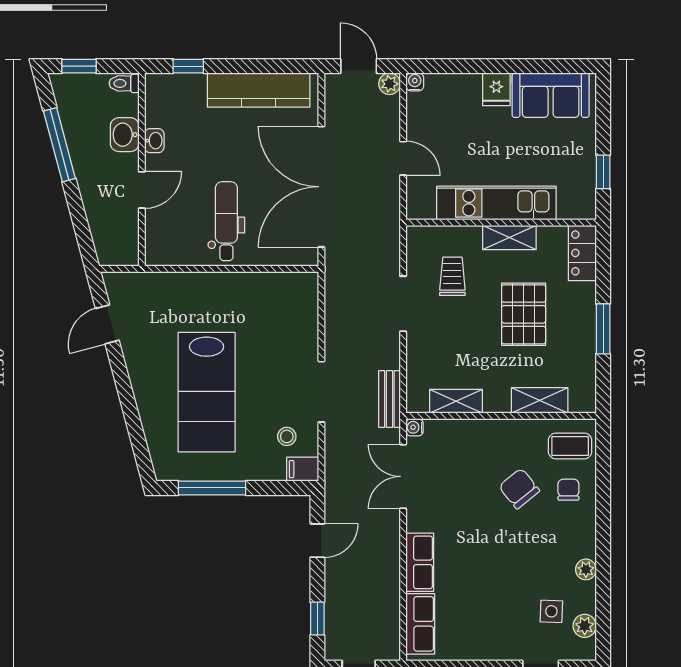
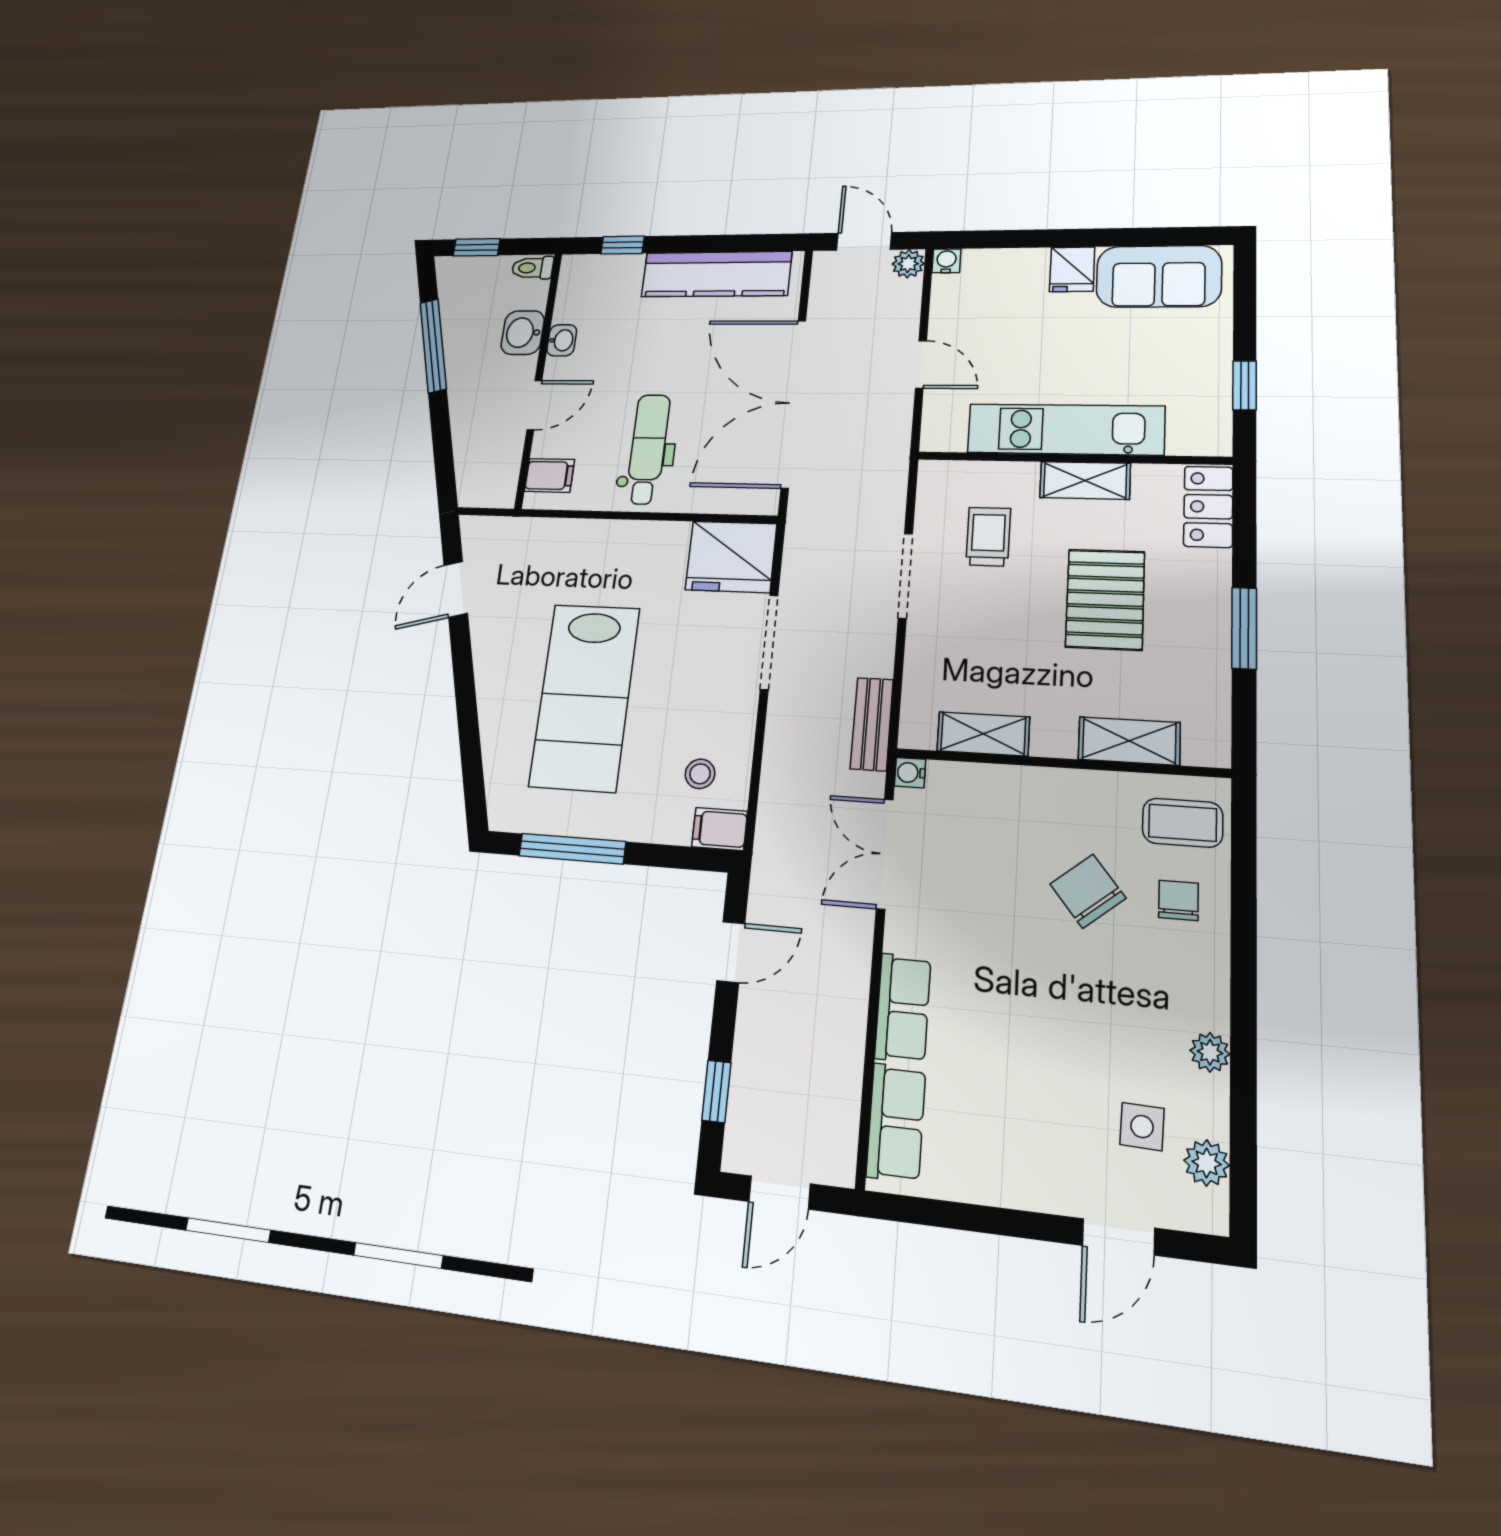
filing cabinet: (160, 242) -> (550, 475), added
fridge: (291, 295) -> (731, 557), added
doorway: (321, 392) -> (769, 642), moved

